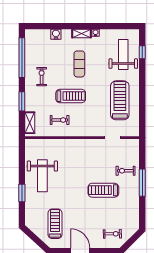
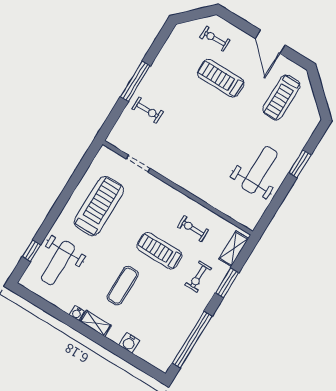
exercise bike: (42, 77) -> (198, 277), moved
treadmill: (120, 100) -> (99, 206), turned 180
treadmill: (103, 190) -> (221, 78), moved, turned 180

